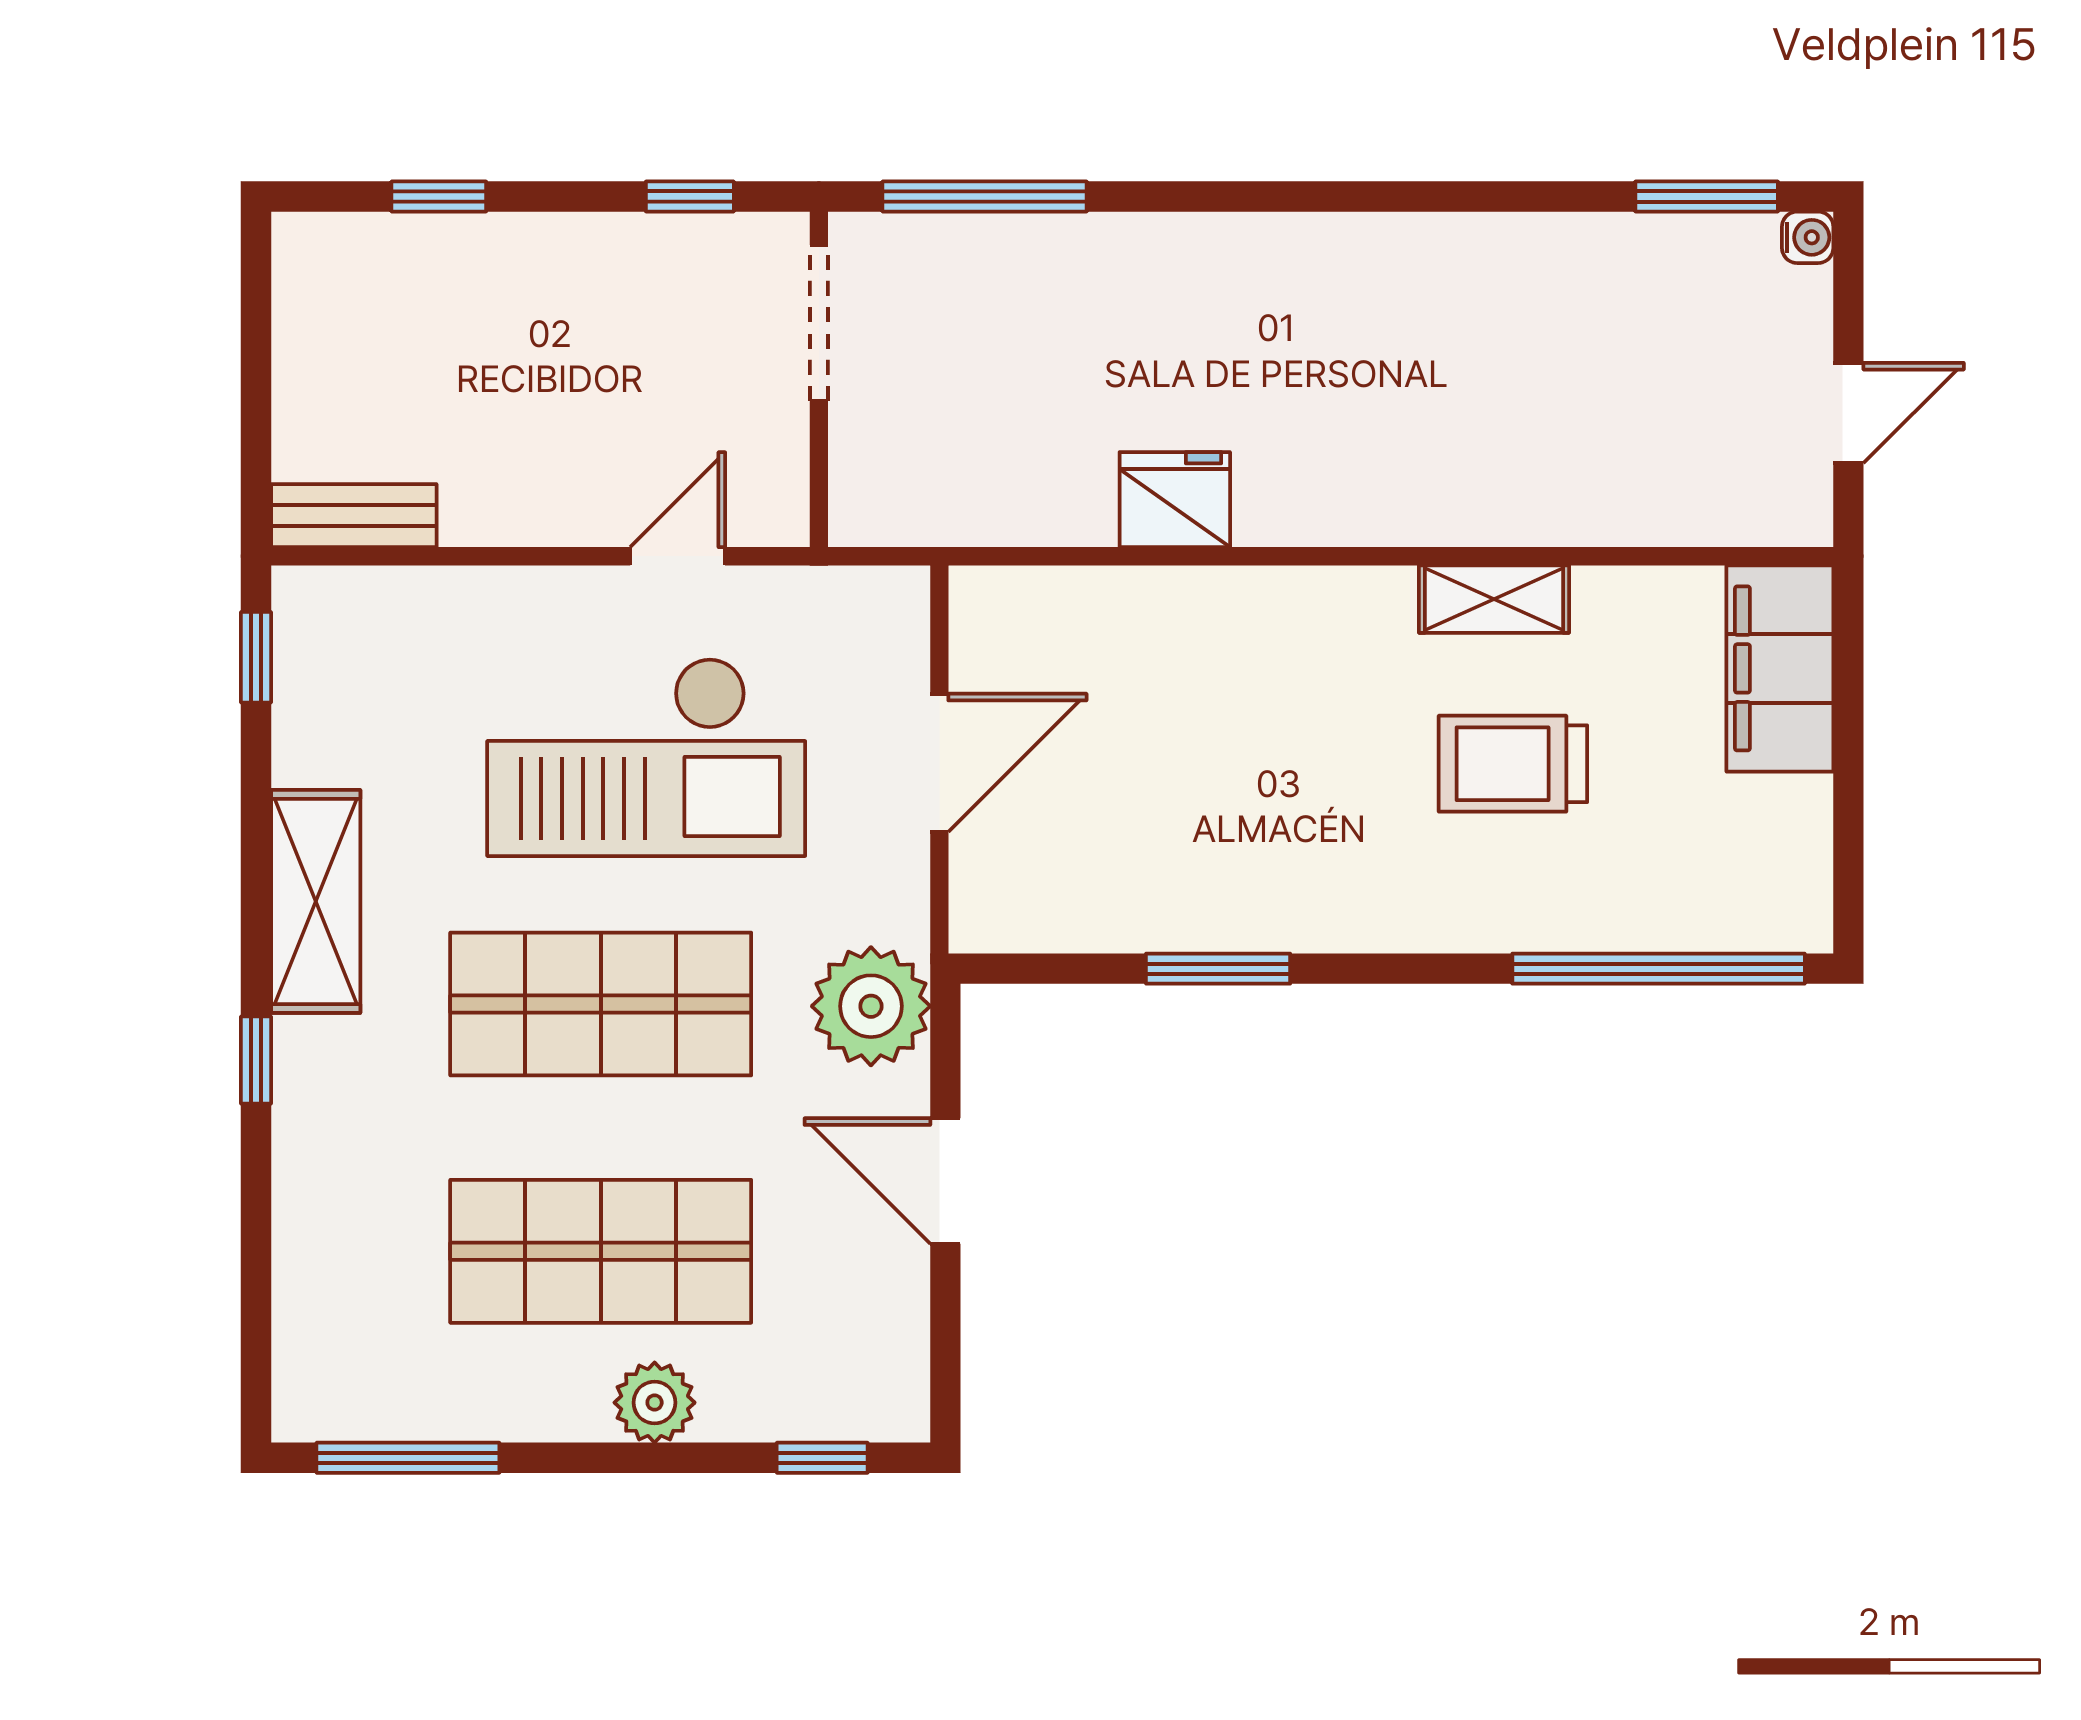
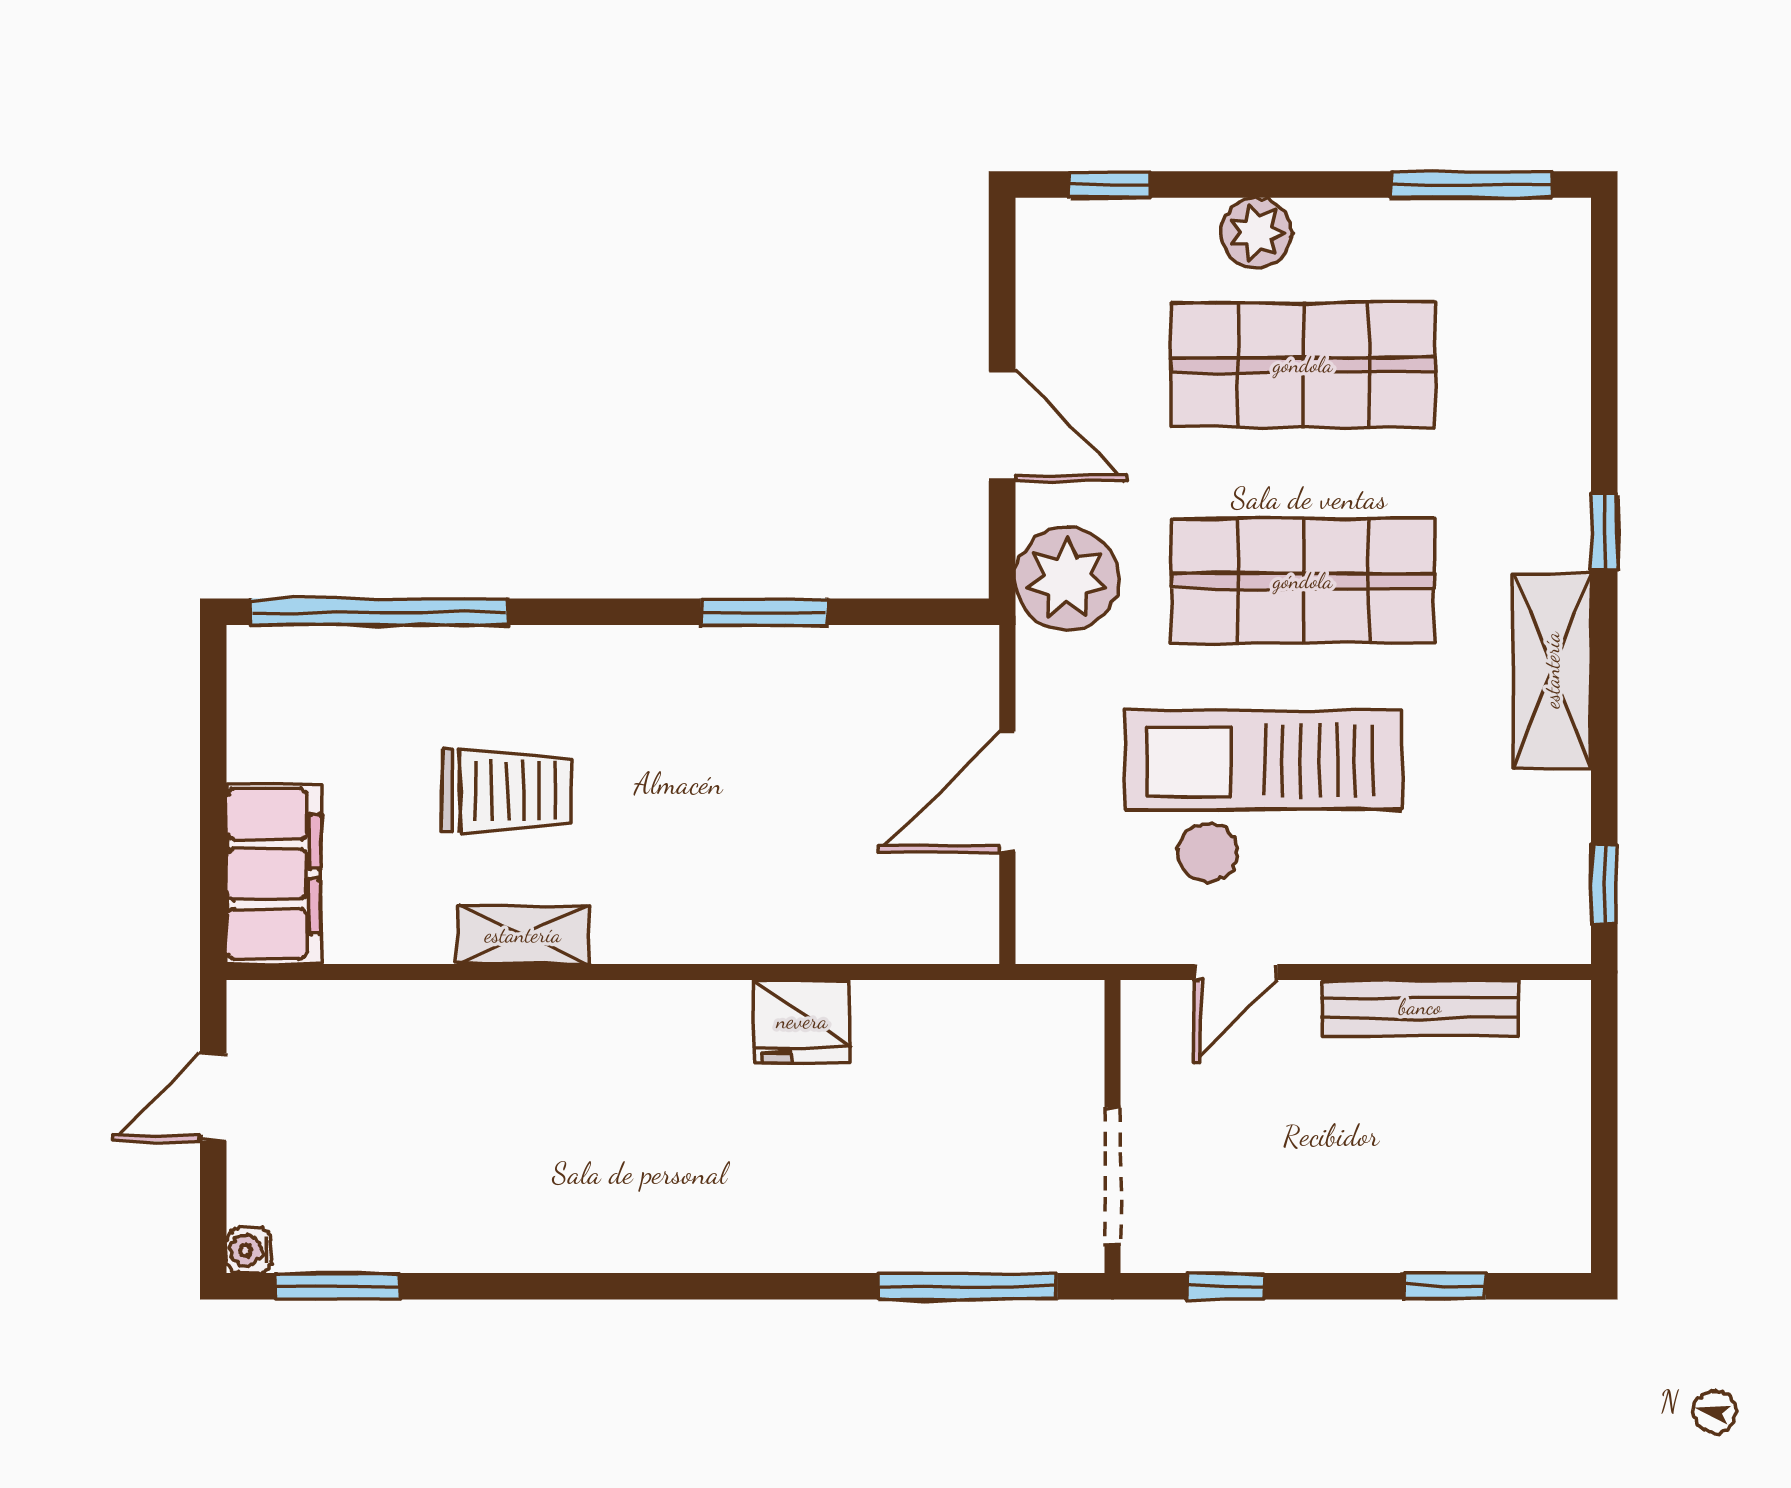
bench: (354, 516) -> (1420, 1007), moved, width x1.36

